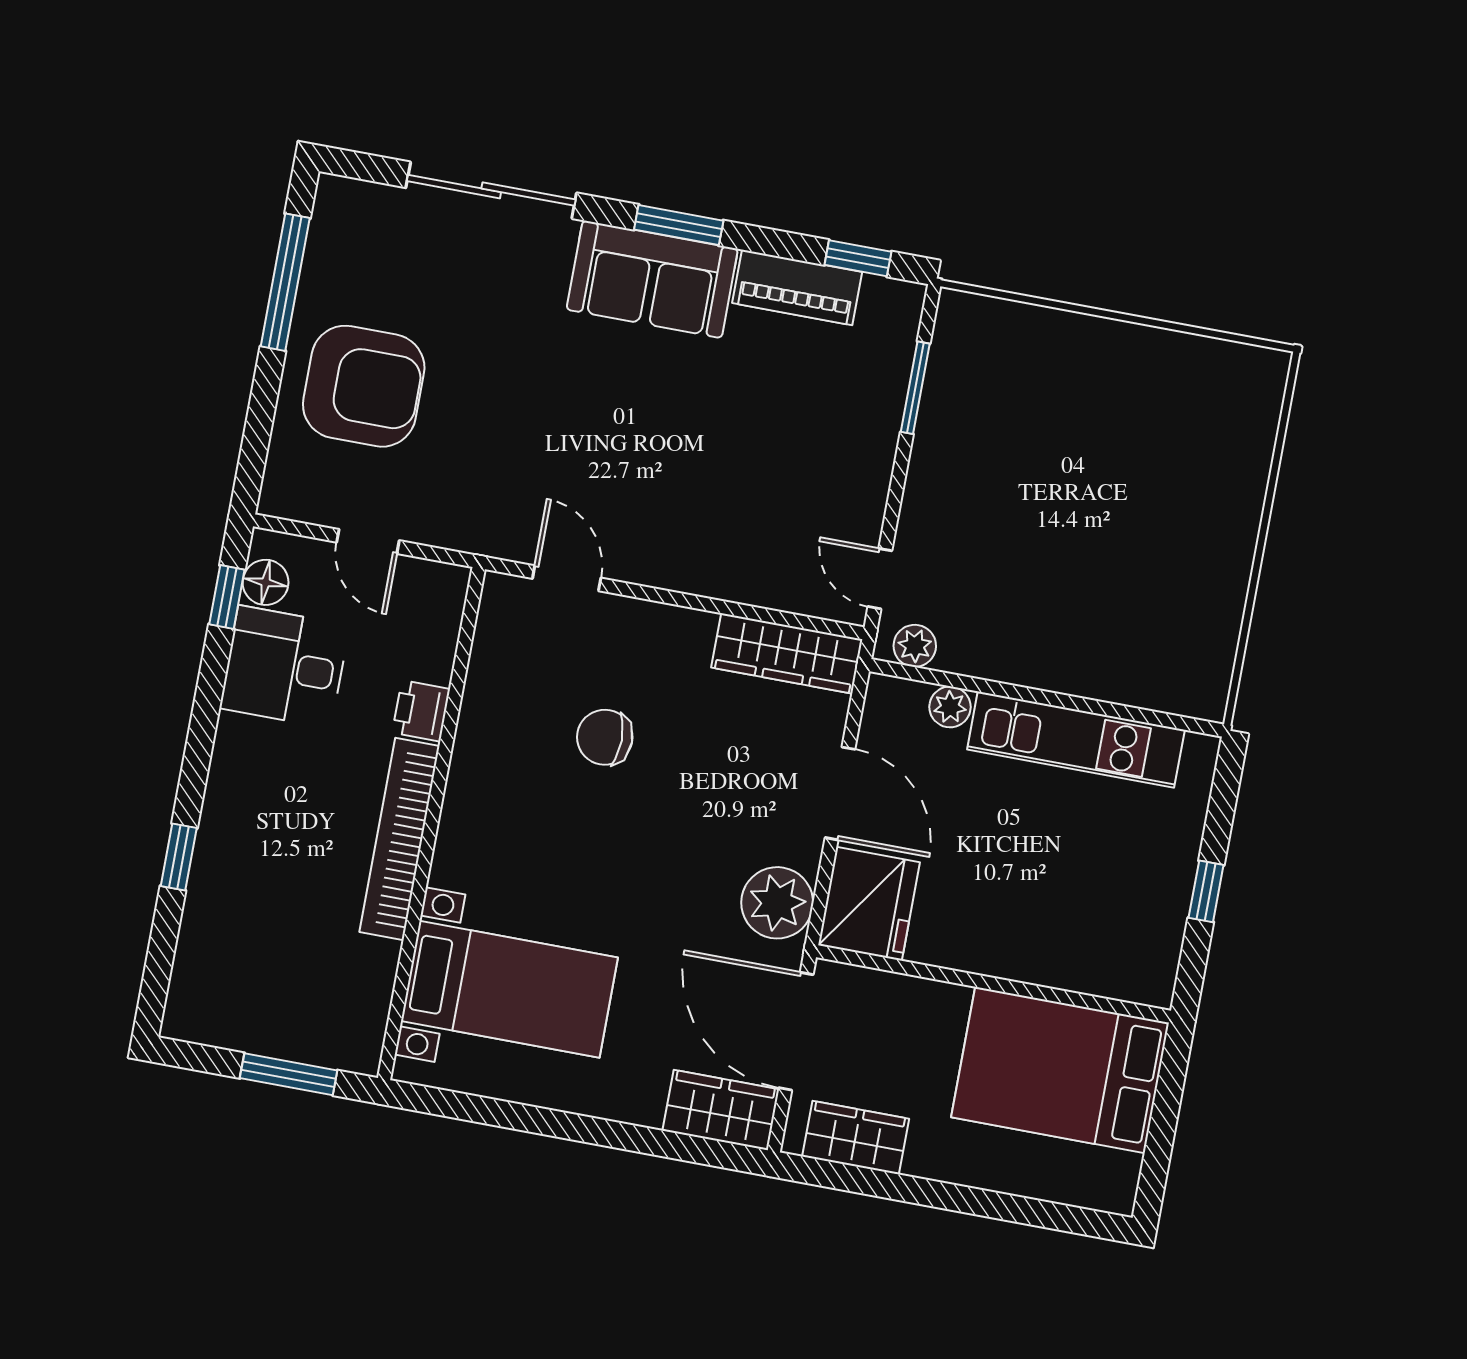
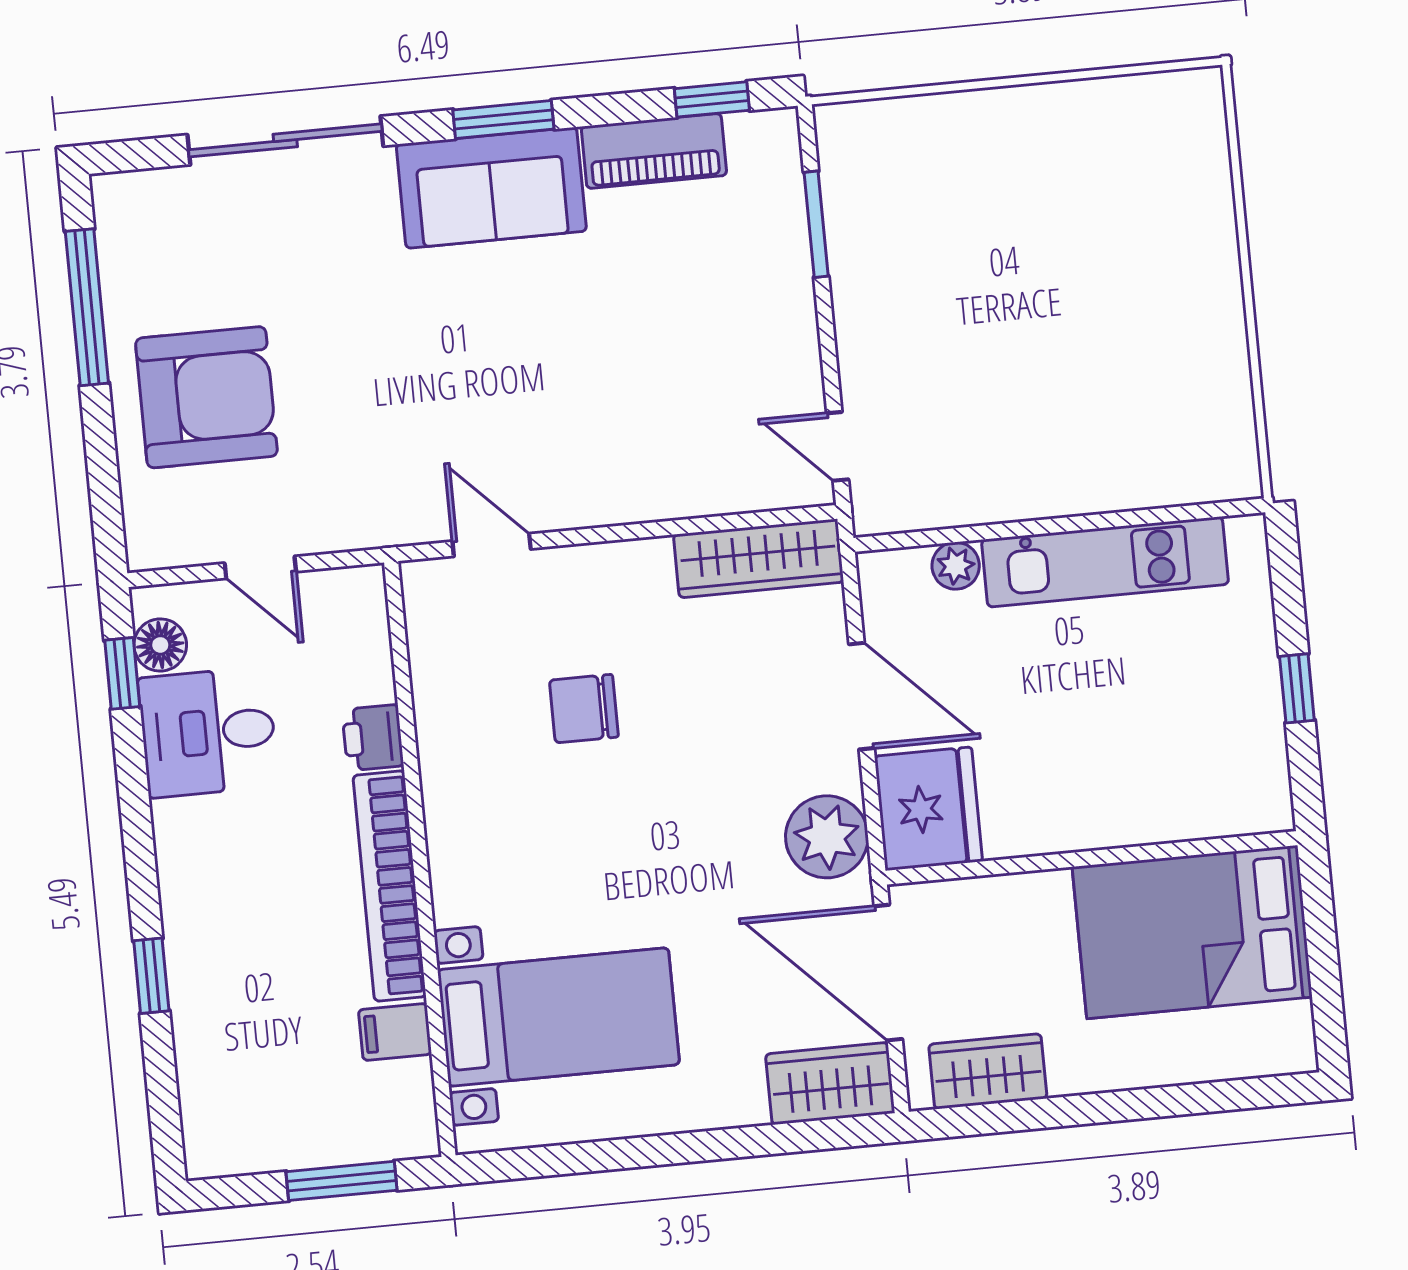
plant: (915, 646) -> (897, 509), removed
filing cabinet: (369, 962) -> (395, 1032), added

